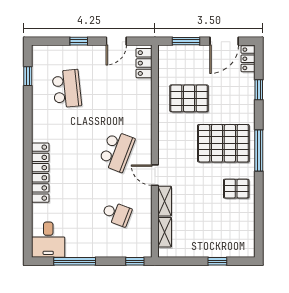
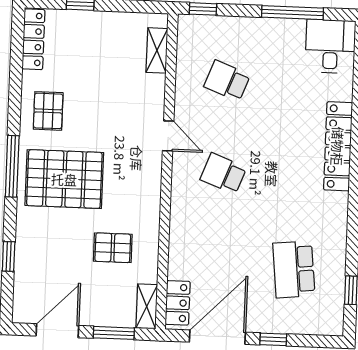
door: (116, 41) -> (217, 337), width x1.88
locker: (248, 59) -> (33, 39), moved, width x1.53
pallet: (189, 98) -> (113, 248), width x0.67, depth x0.71
school desk: (117, 151) -> (223, 174), width x0.54
pallet: (236, 189) -> (48, 111), turned 90
shelving: (165, 201) -> (147, 306), moved

